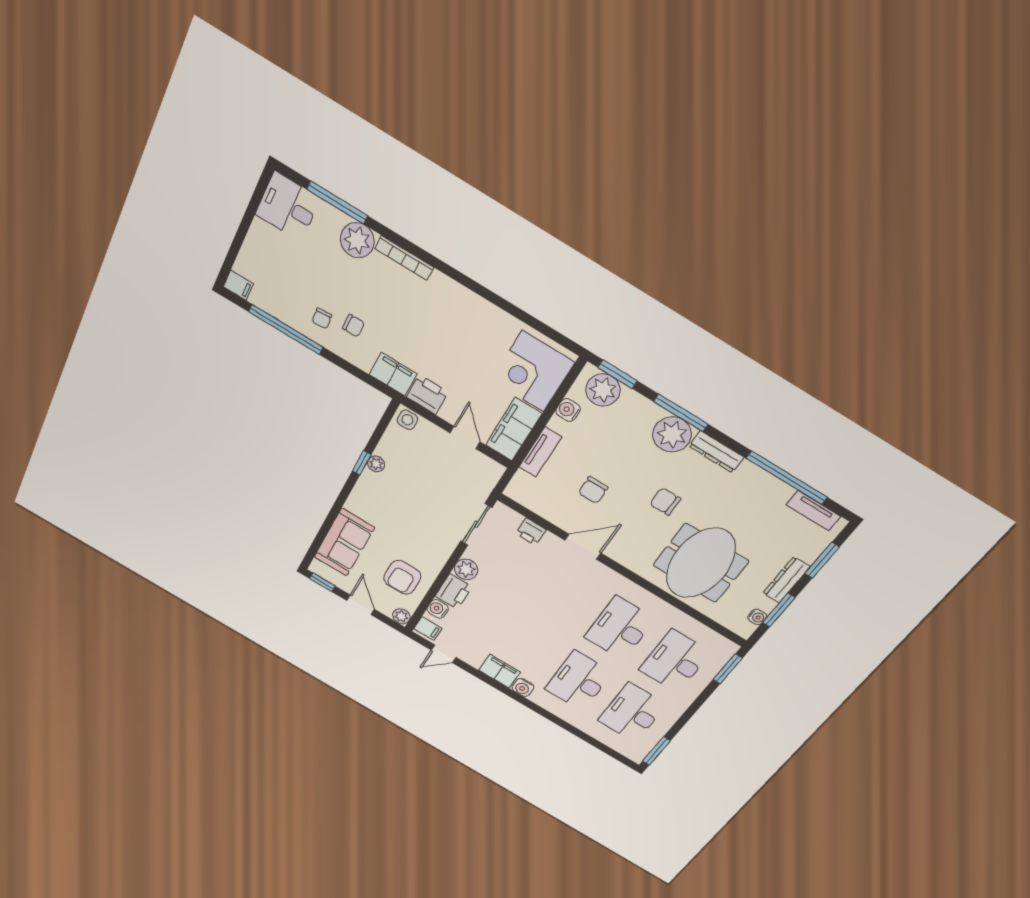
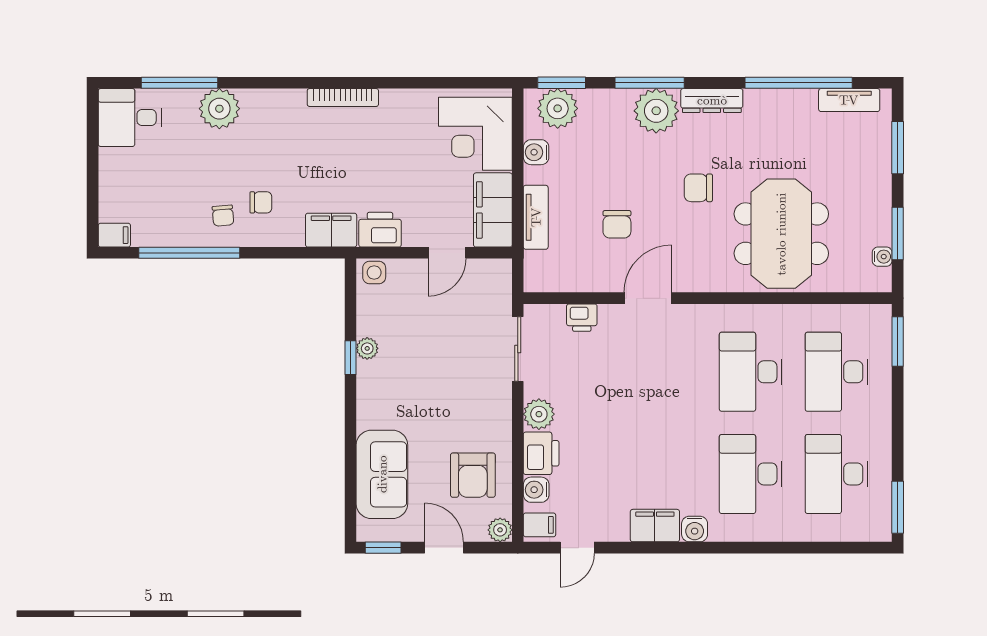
bookcase: (404, 258) -> (343, 97), moved
door: (465, 437) -> (447, 253), swing flipped
dresser: (786, 580) -> (880, 194), removed

